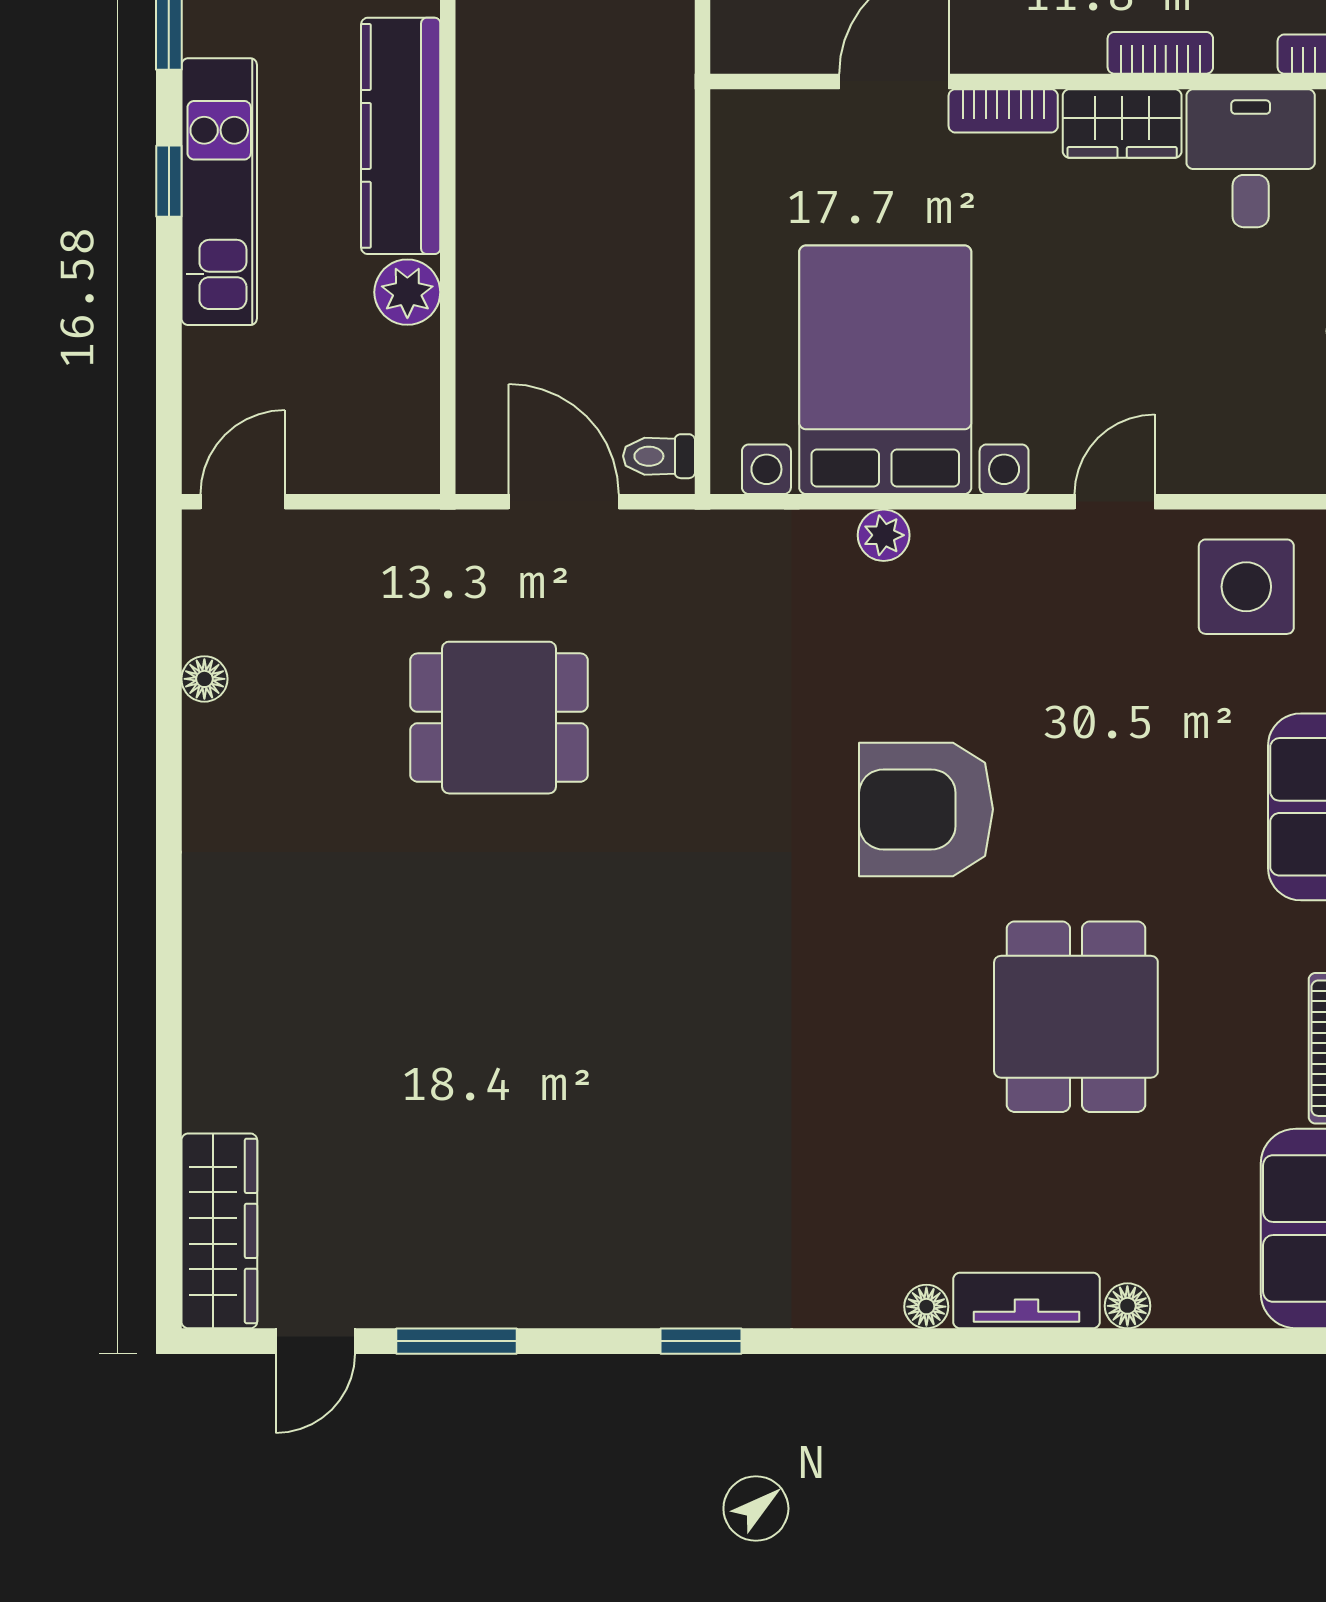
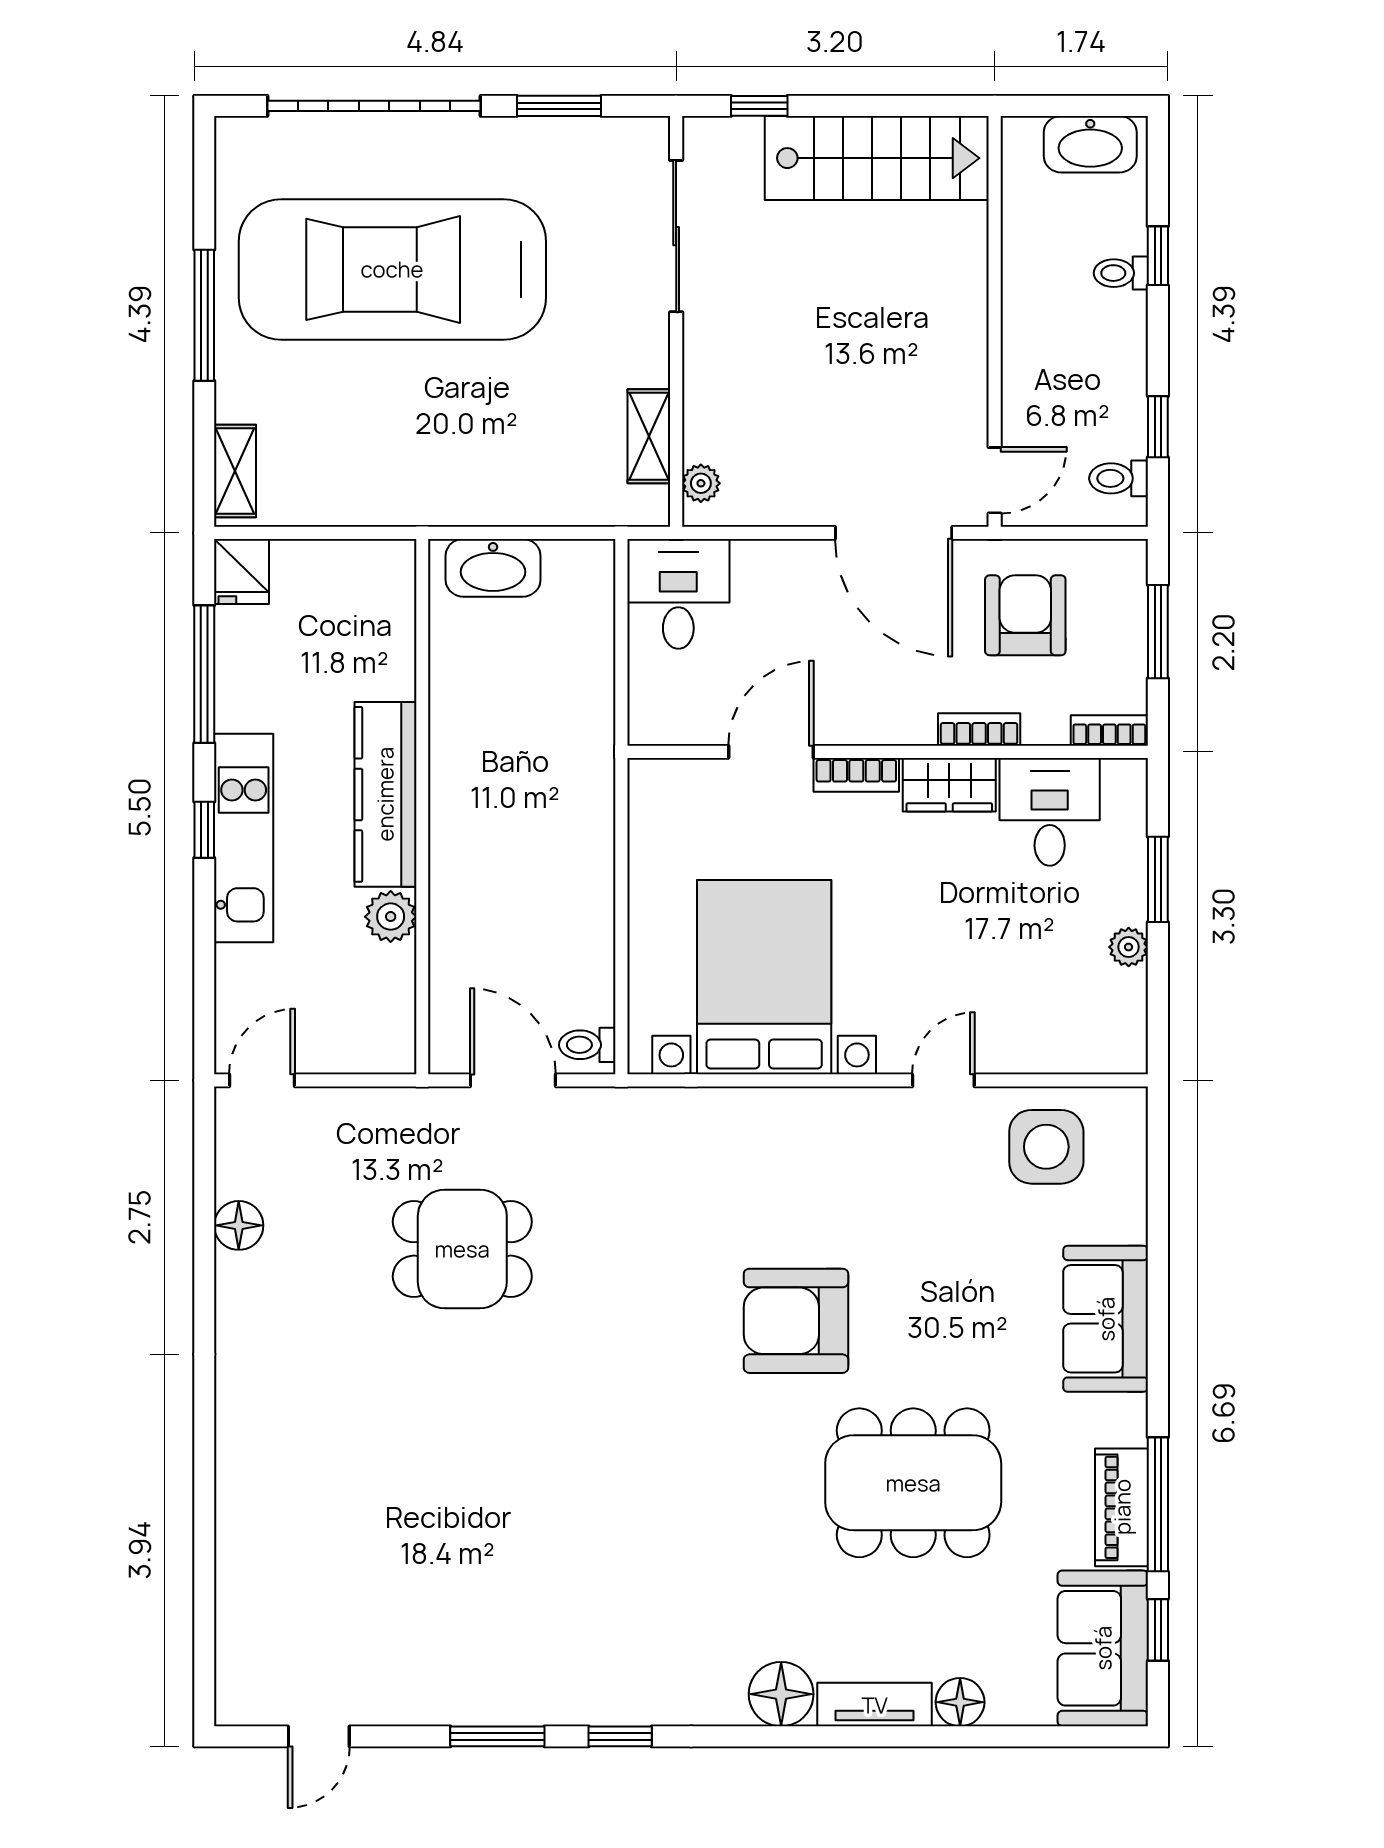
plant: (884, 535) -> (763, 1107), removed
floor lamp: (204, 679) -> (239, 1225), width x1.37, depth x1.37
dining table: (1076, 1017) -> (913, 1483), width x1.38
wardrobe: (219, 1231) -> (244, 1650), removed
floor lamp: (1127, 1306) -> (960, 1702), width x1.37, depth x1.37
floor lamp: (926, 1307) -> (781, 1694), width x1.89, depth x1.89
window: (456, 1341) -> (497, 1736), moved

